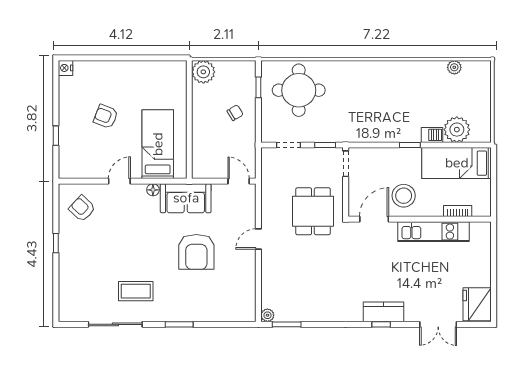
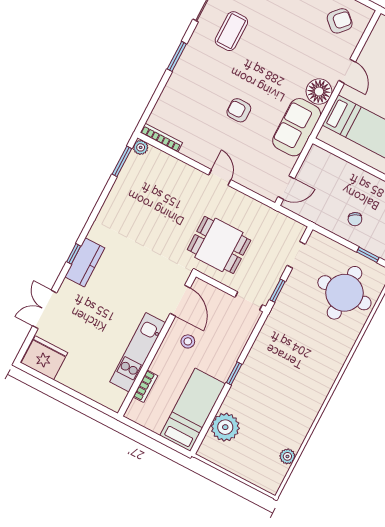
barbecue: (432, 135) -> (233, 400), removed
floor lamp: (153, 190) -> (319, 91), width x1.89, depth x1.89
stool: (404, 196) -> (188, 341), width x0.53, depth x0.53
armchair: (196, 252) -> (239, 110), width x0.53, depth x0.53
bookcase: (251, 303) -> (161, 138), added

